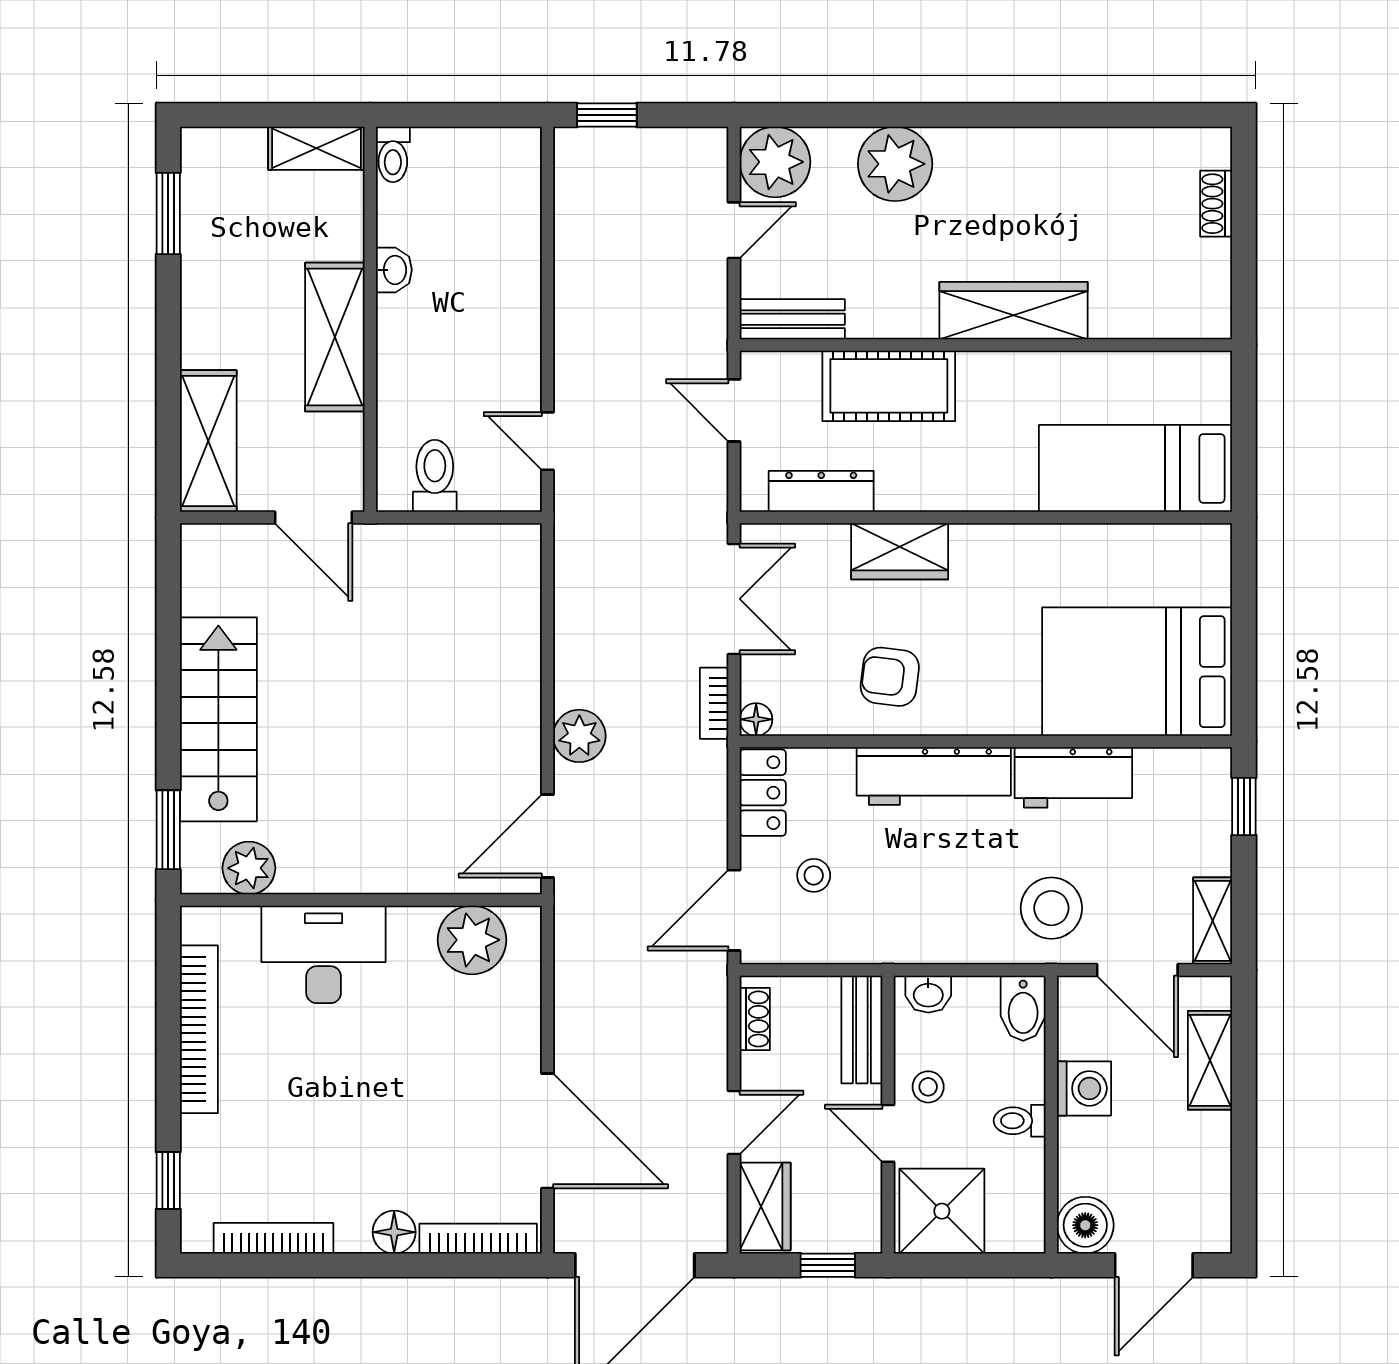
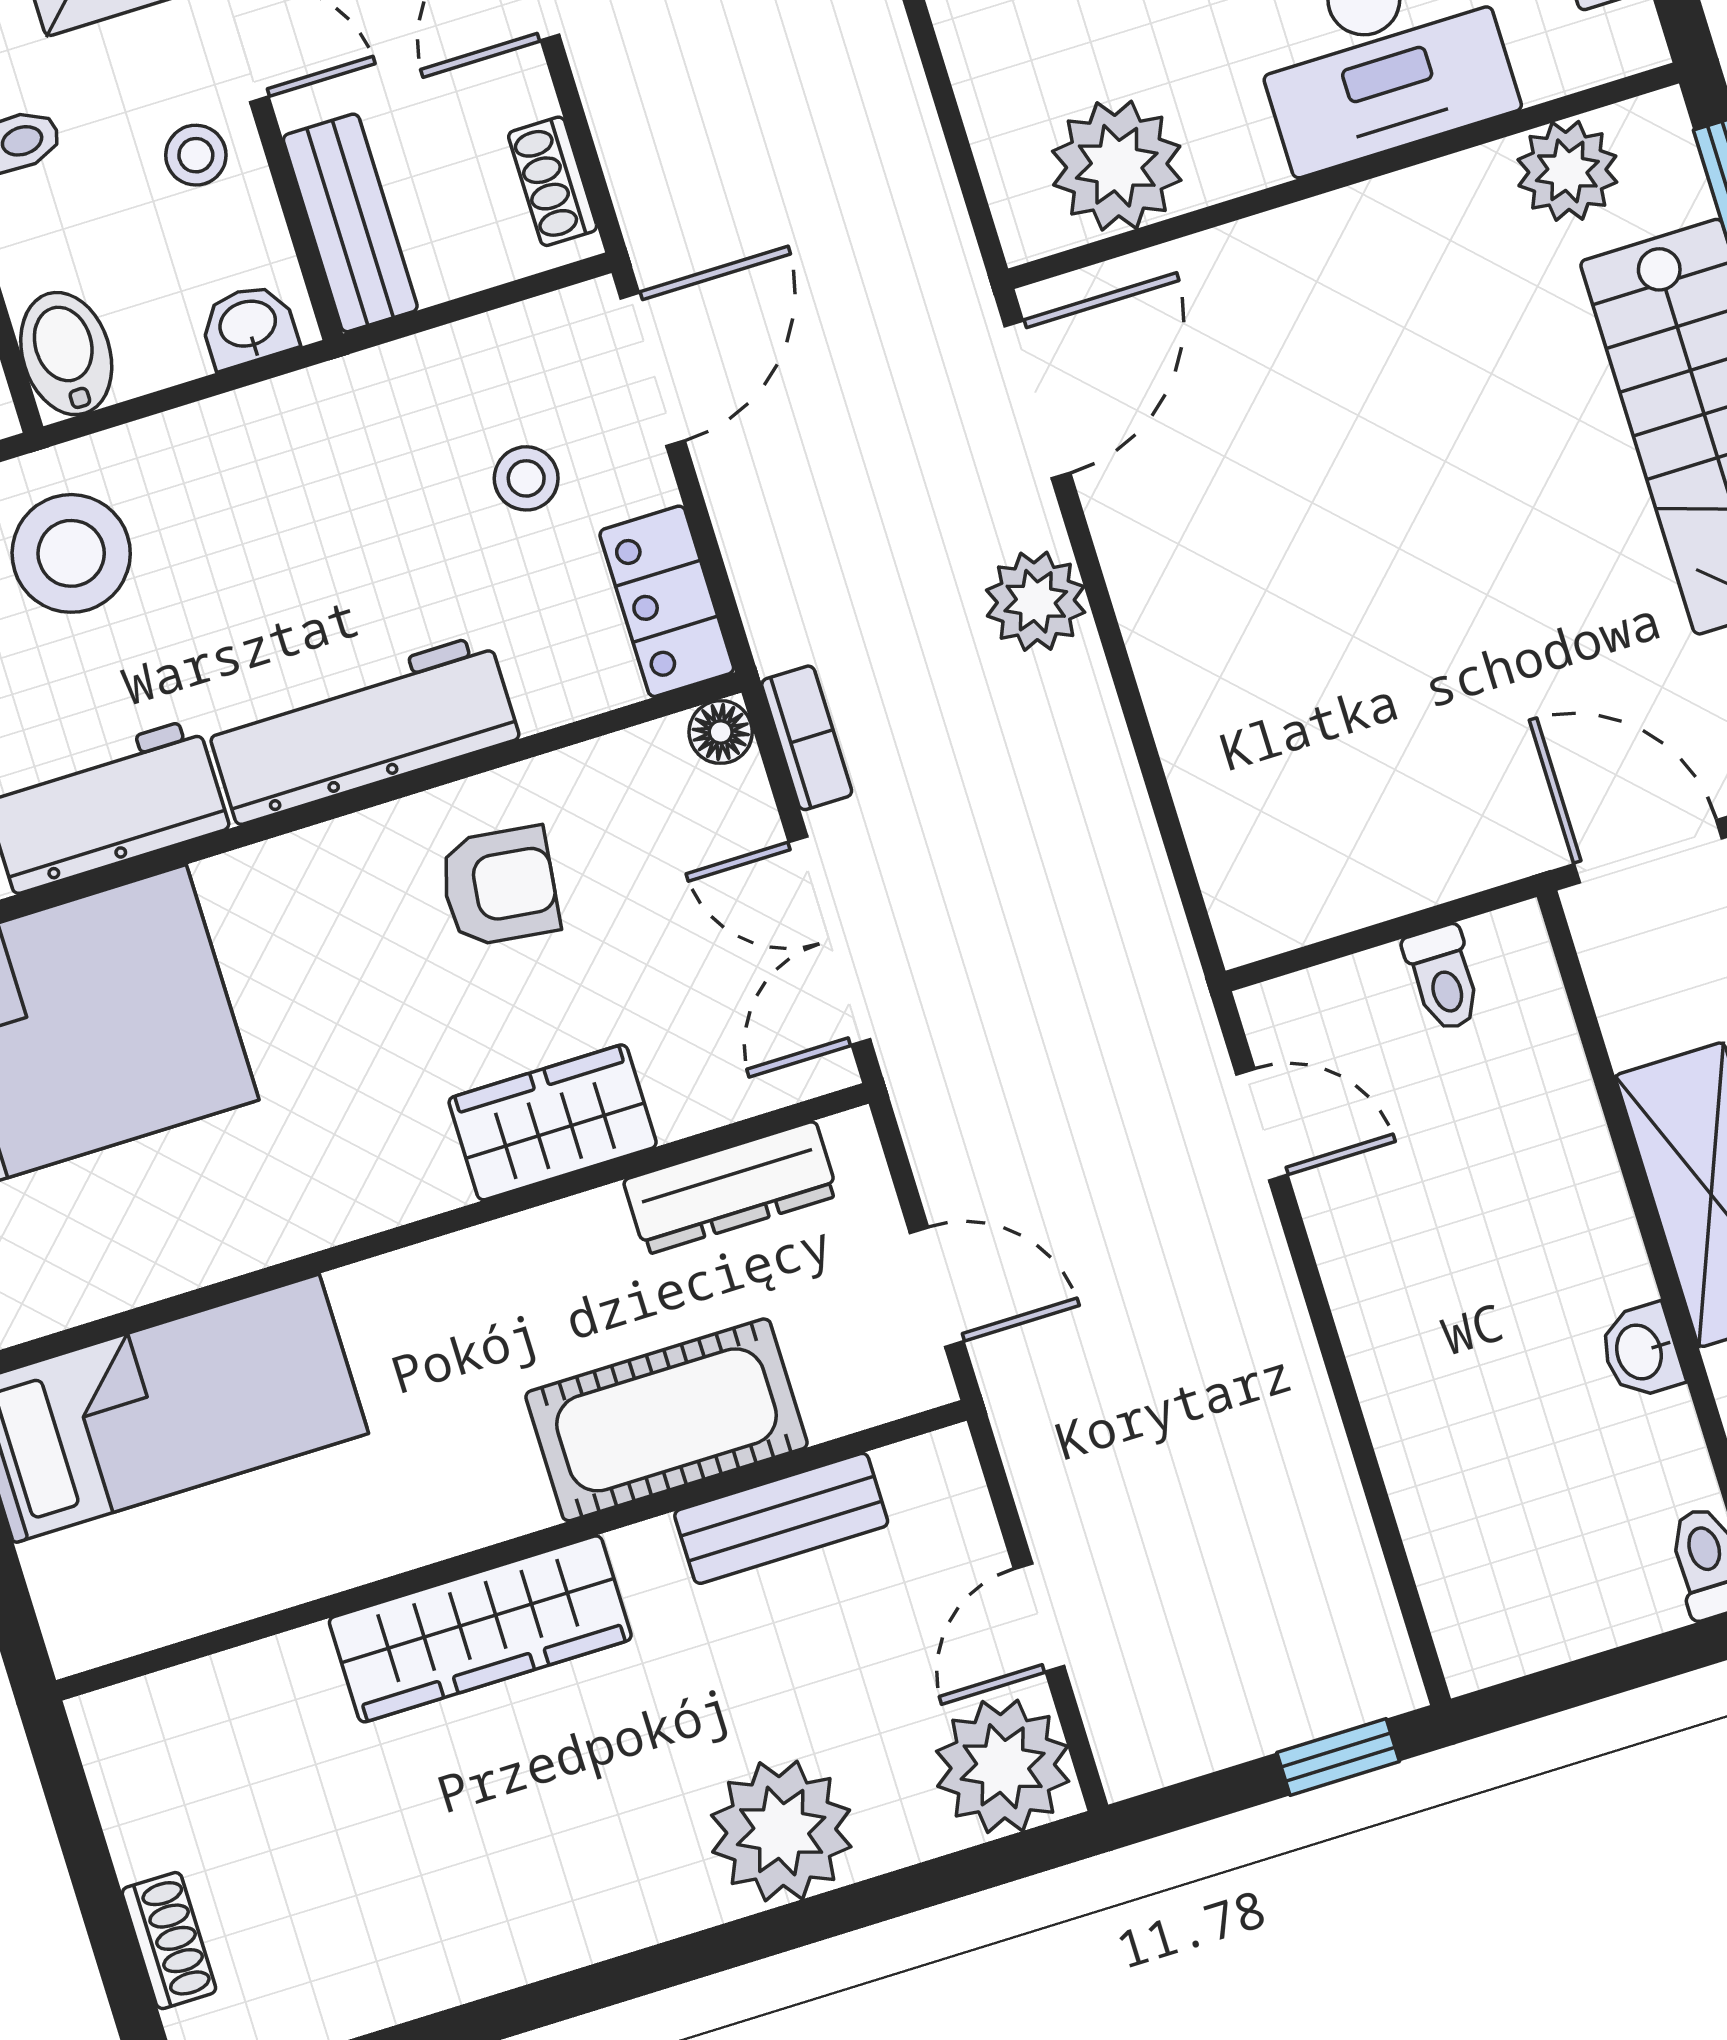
bench: (792, 319) -> (781, 1518), moved
toilet: (435, 476) -> (1443, 978), width x0.73, depth x0.72

